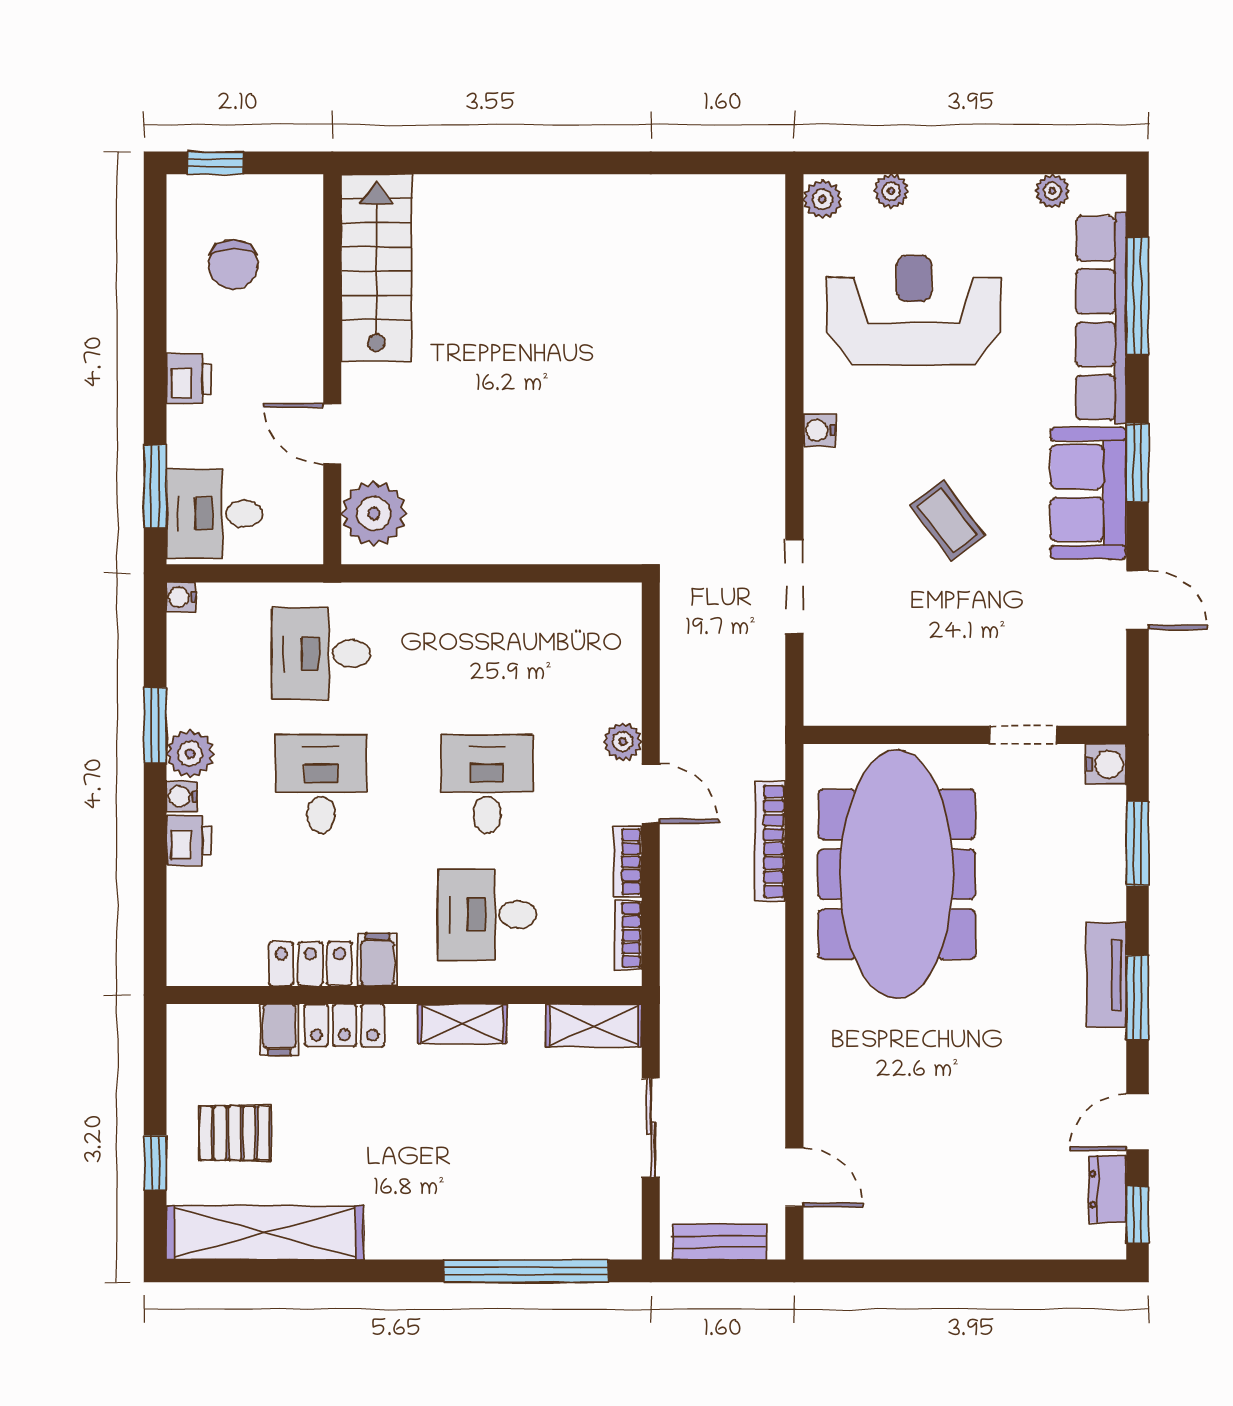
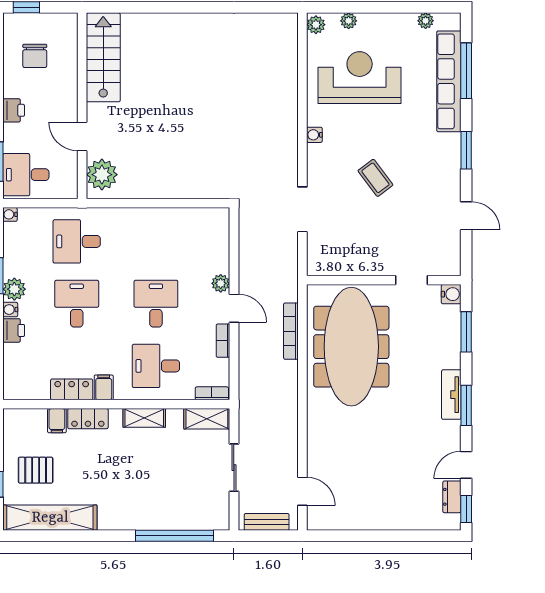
sofa: (1088, 493) -> (443, 165), removed
bookcase: (628, 935) -> (212, 393), moved, turned 90

